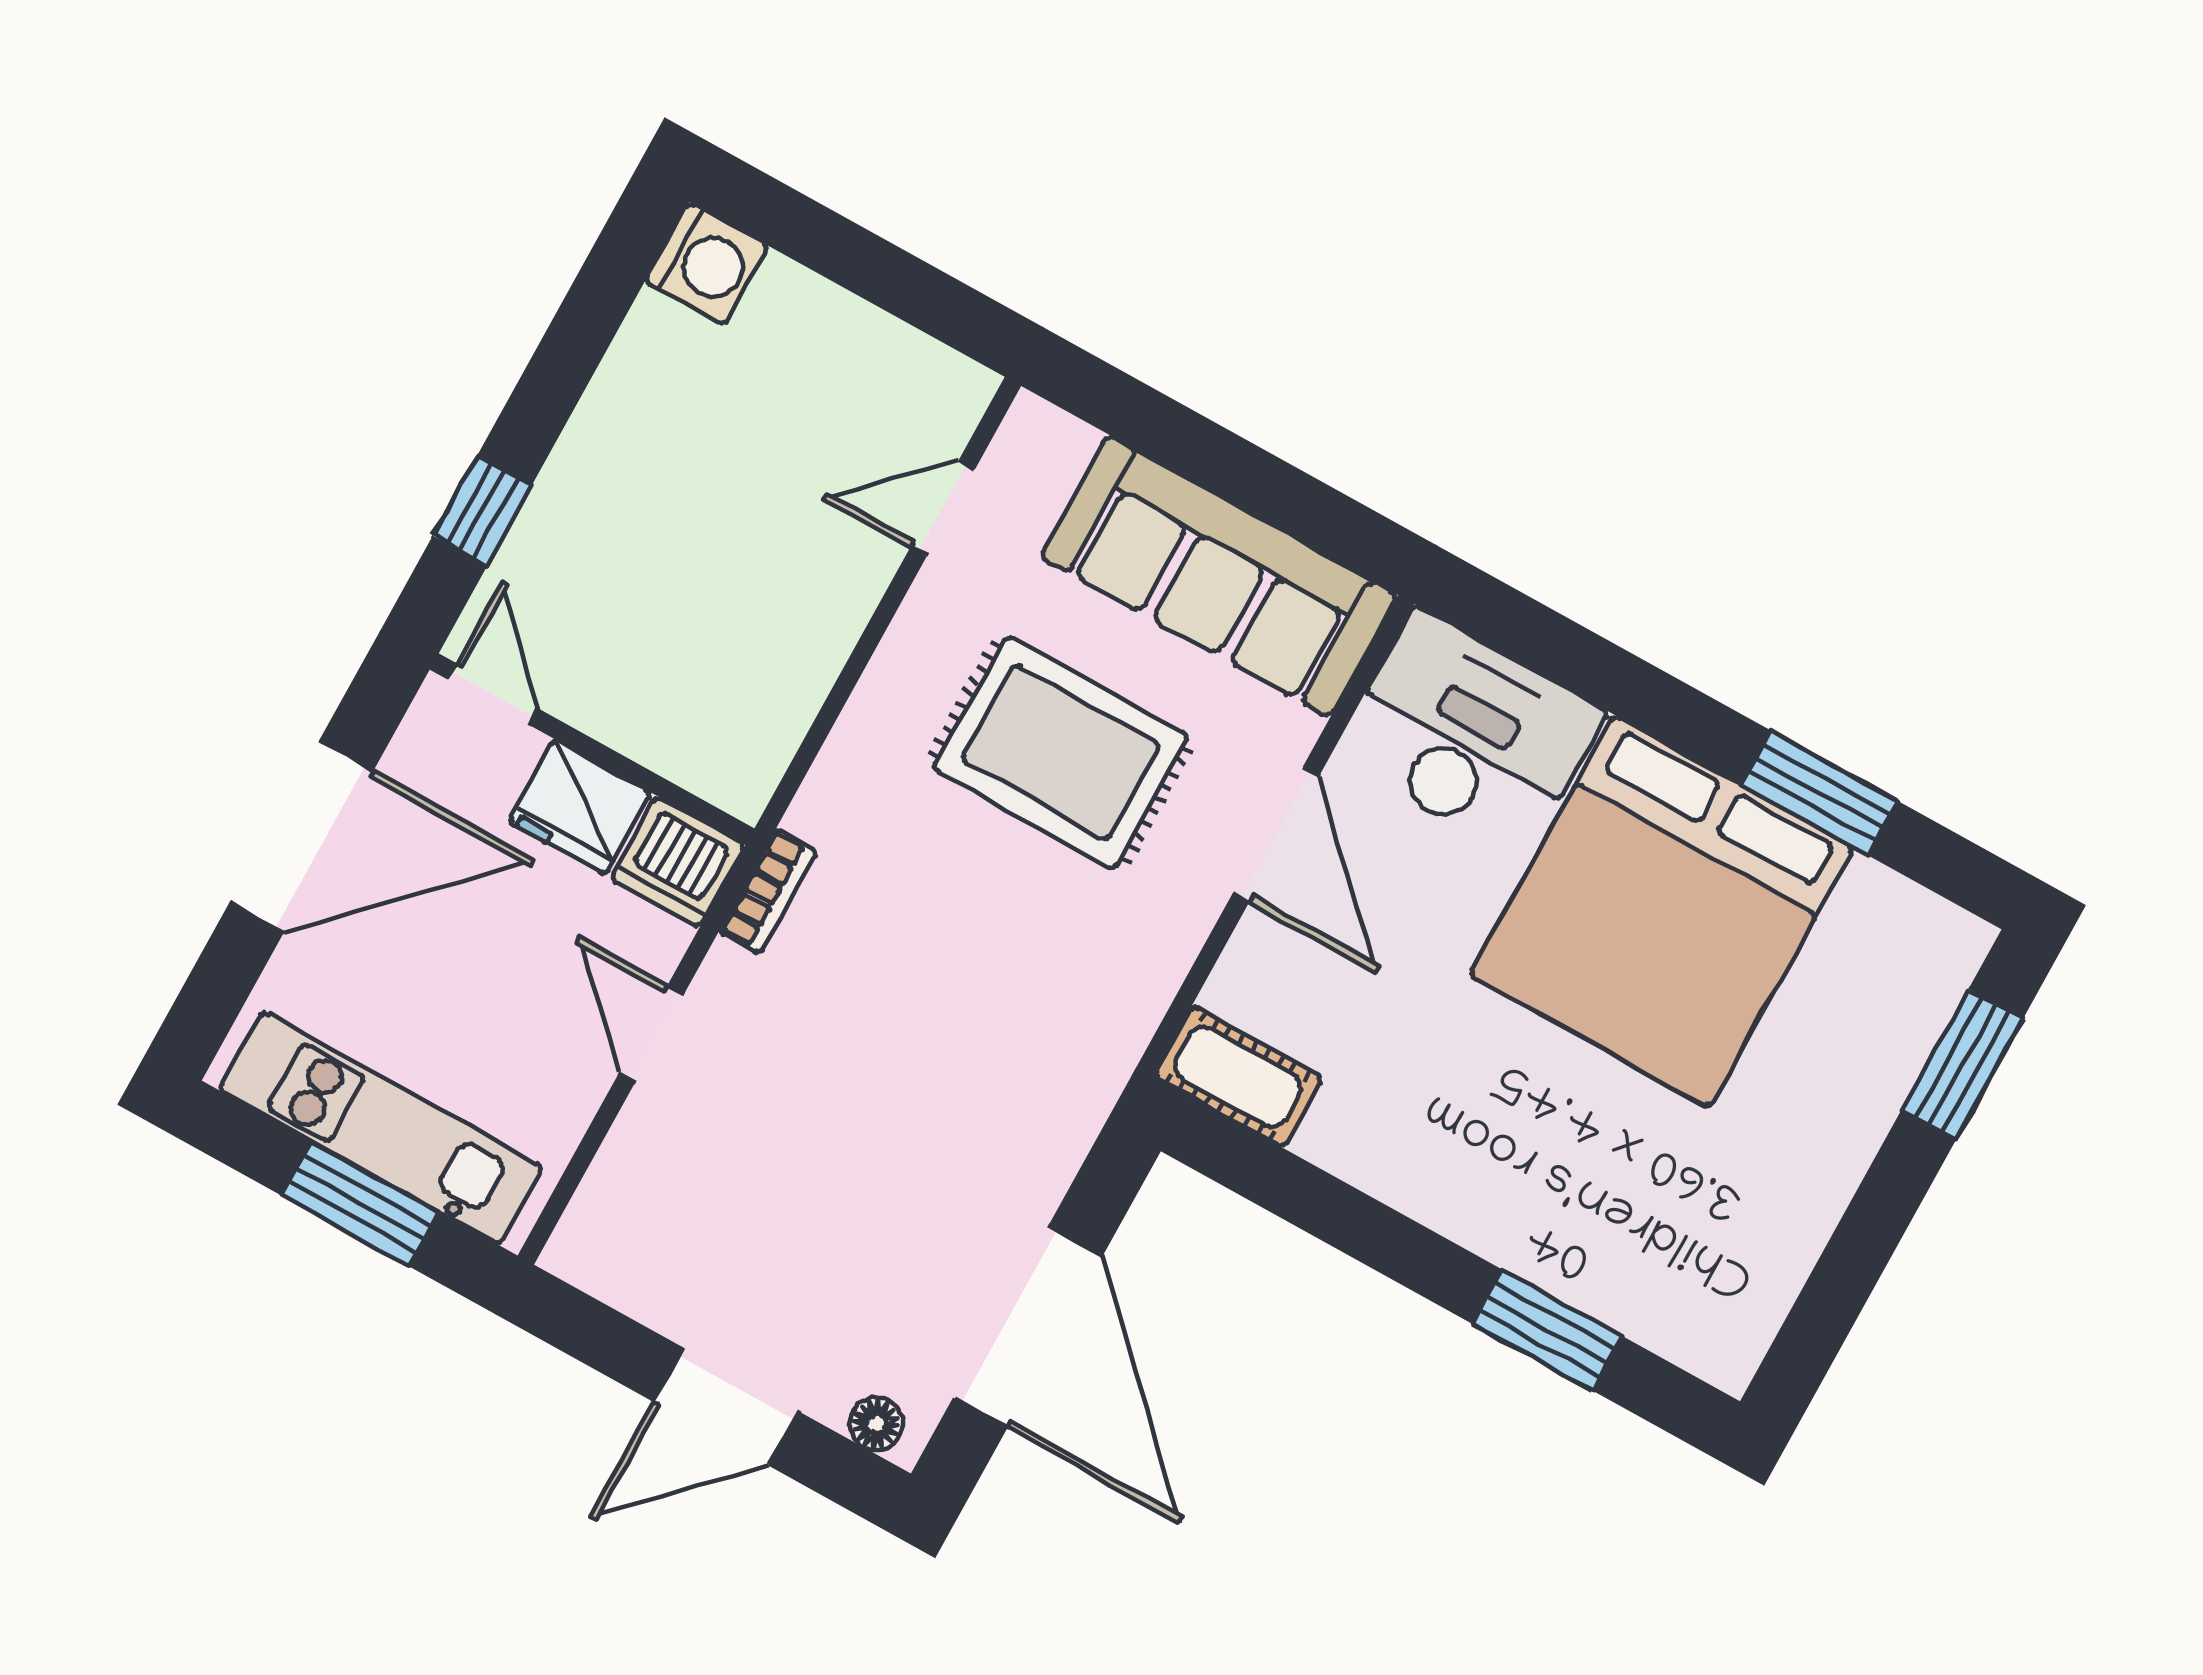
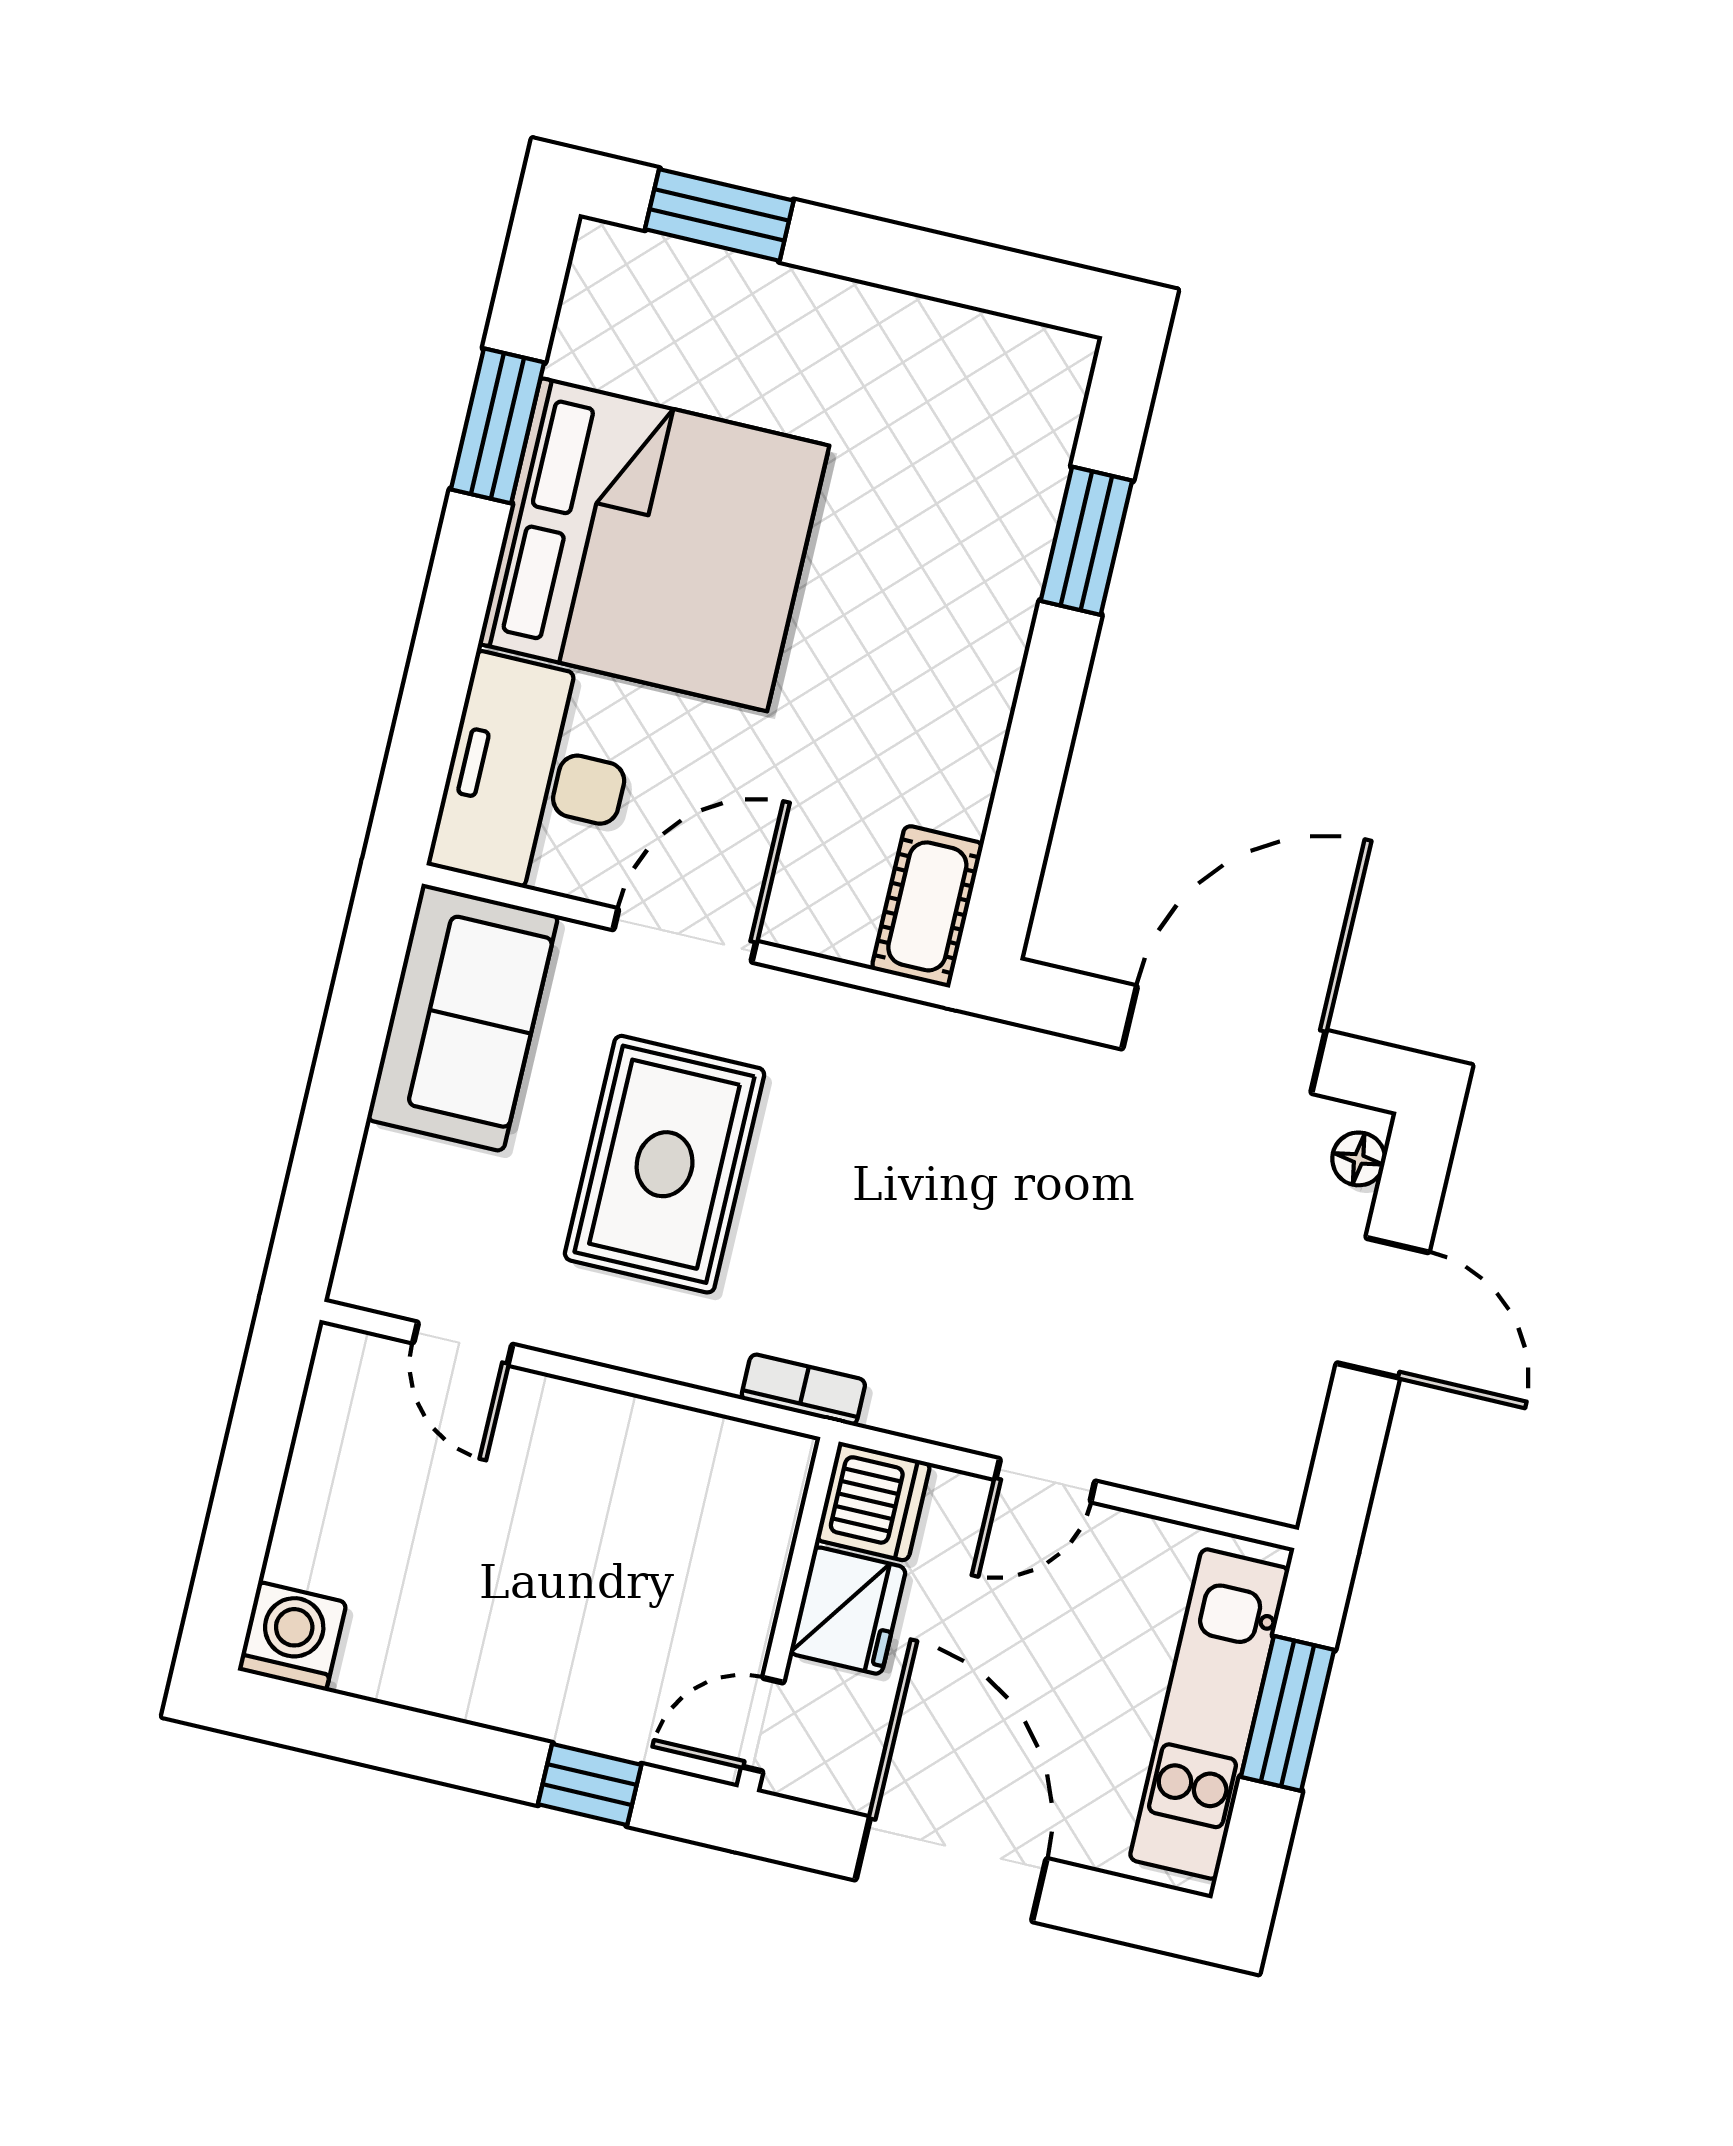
sofa: (1219, 576) -> (463, 1018), width x0.73
bookcase: (768, 892) -> (803, 1390), moved

